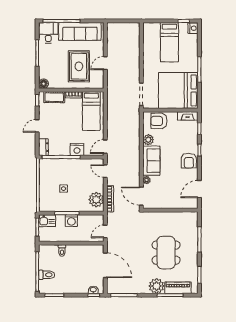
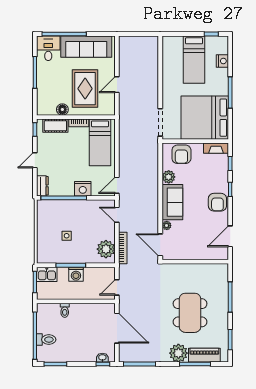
nightstand: (193, 28) -> (222, 61), moved
floor lamp: (44, 84) -> (62, 109), moved
armchair: (159, 121) -> (181, 154), turned -90

